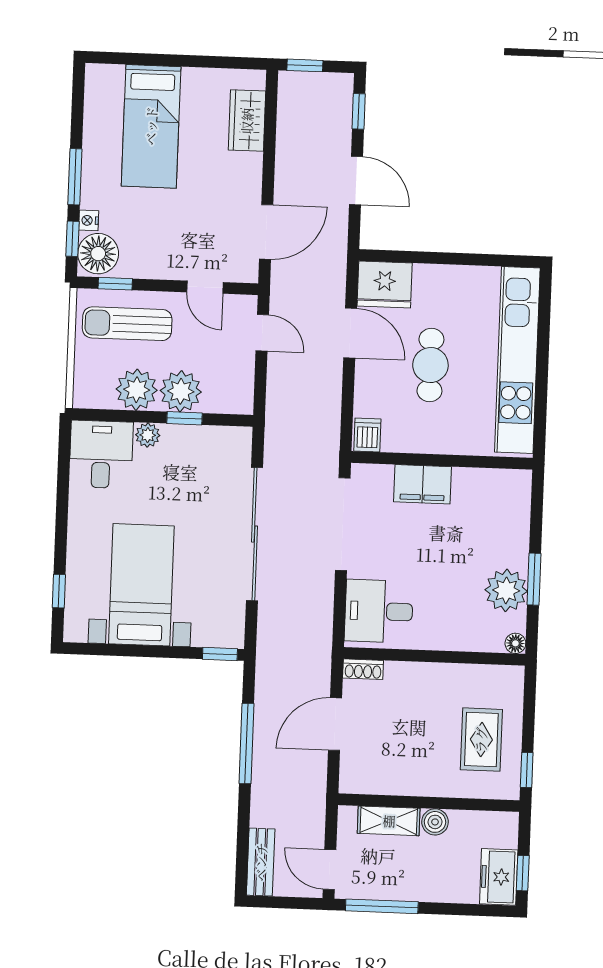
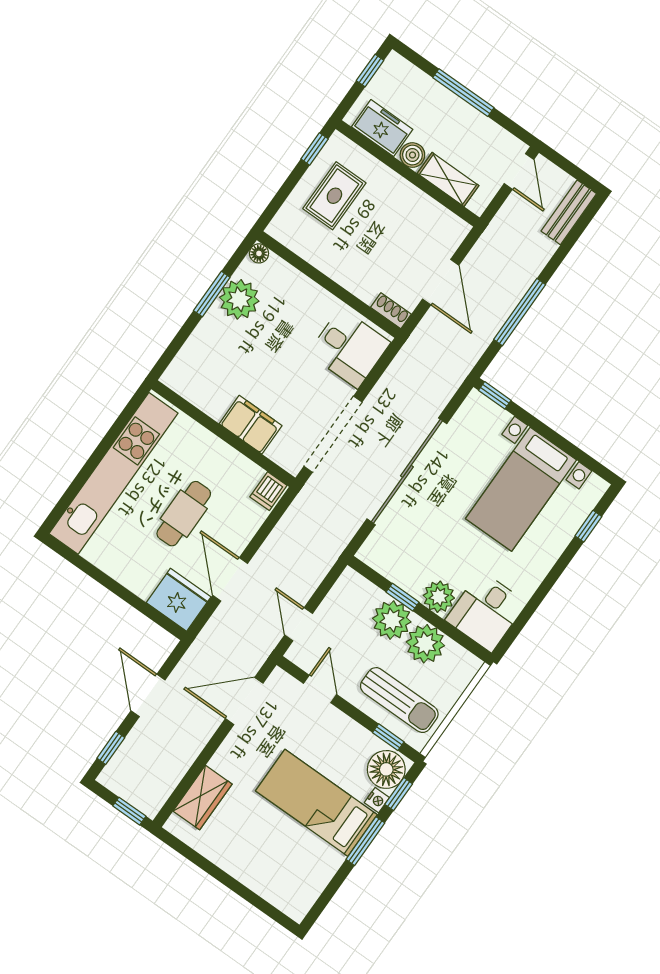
bed: (151, 126) -> (316, 803), moved, turned -90
plant: (148, 435) -> (439, 597), width x1.38, depth x1.38
door: (335, 724) -> (441, 282), hinge flipped
freezer: (499, 877) -> (382, 128), moved, turned -90
window: (382, 906) -> (463, 93), moved

